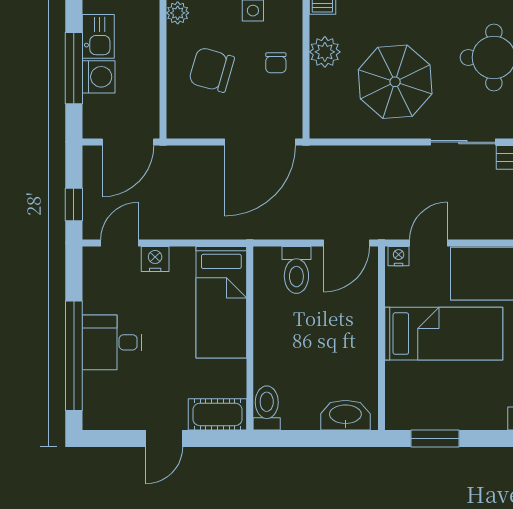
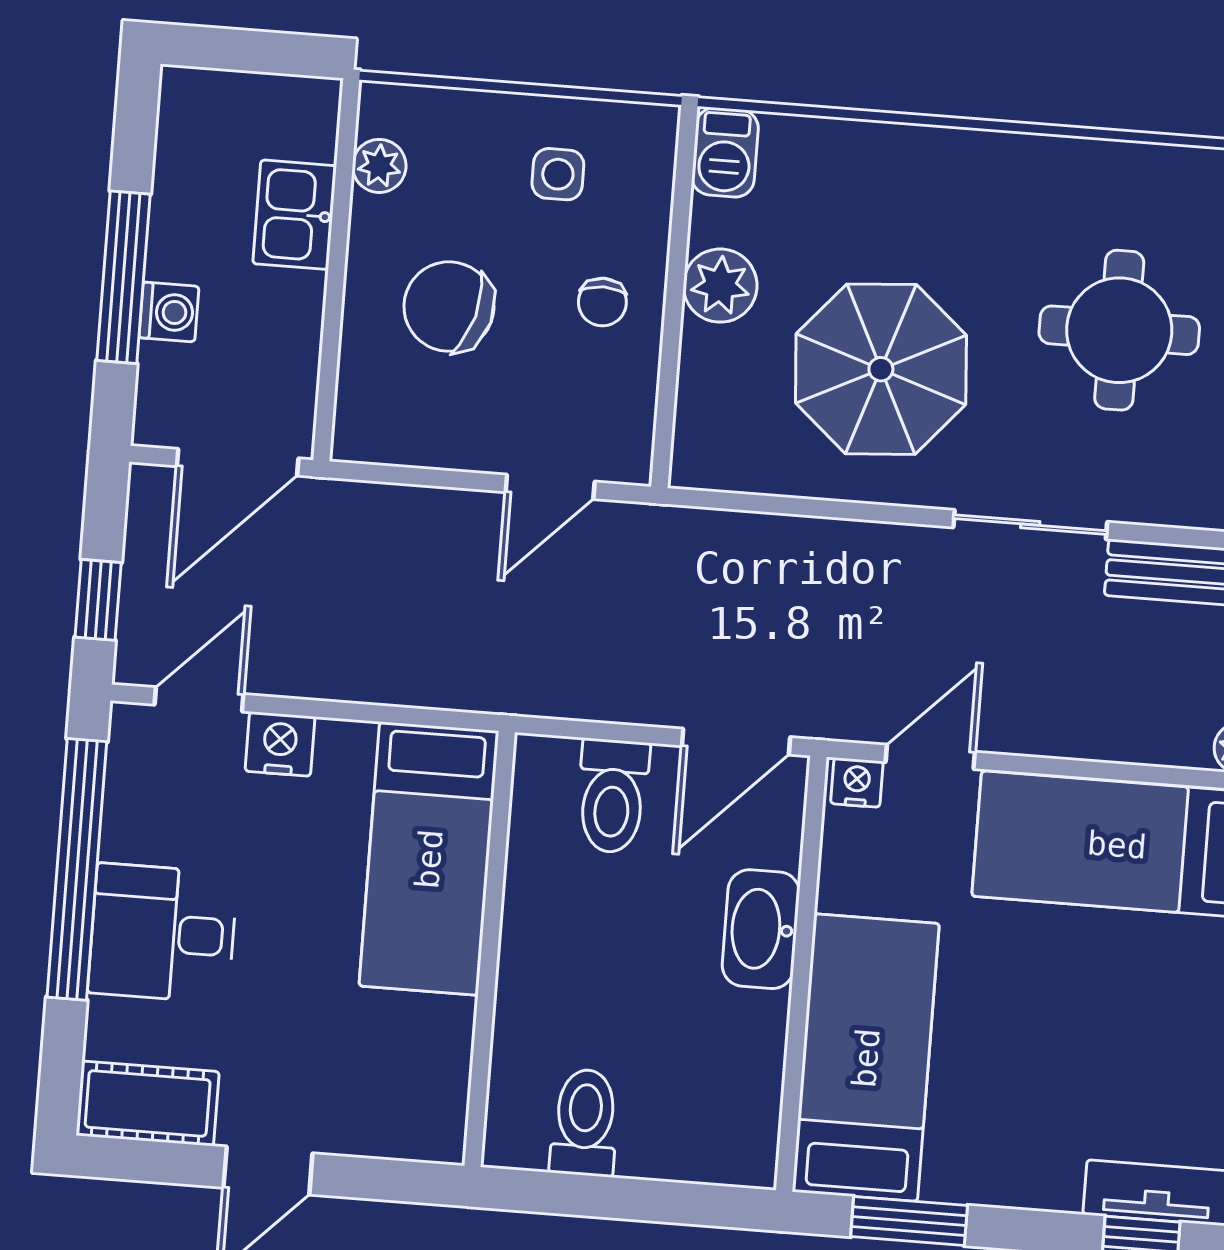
kitchen sink: (98, 36) -> (295, 215), moved, turned 180
washing machine: (99, 77) -> (169, 312), width x0.73, depth x0.73
door: (260, 142) -> (550, 487), width x0.53
bed: (444, 334) -> (866, 1058), moved, turned -90
window: (74, 356) -> (77, 869), moved
toilet: (267, 408) -> (585, 1123), moved
cot: (217, 414) -> (148, 1103), moved
washbasin: (345, 415) -> (761, 929), moved, turned -90

